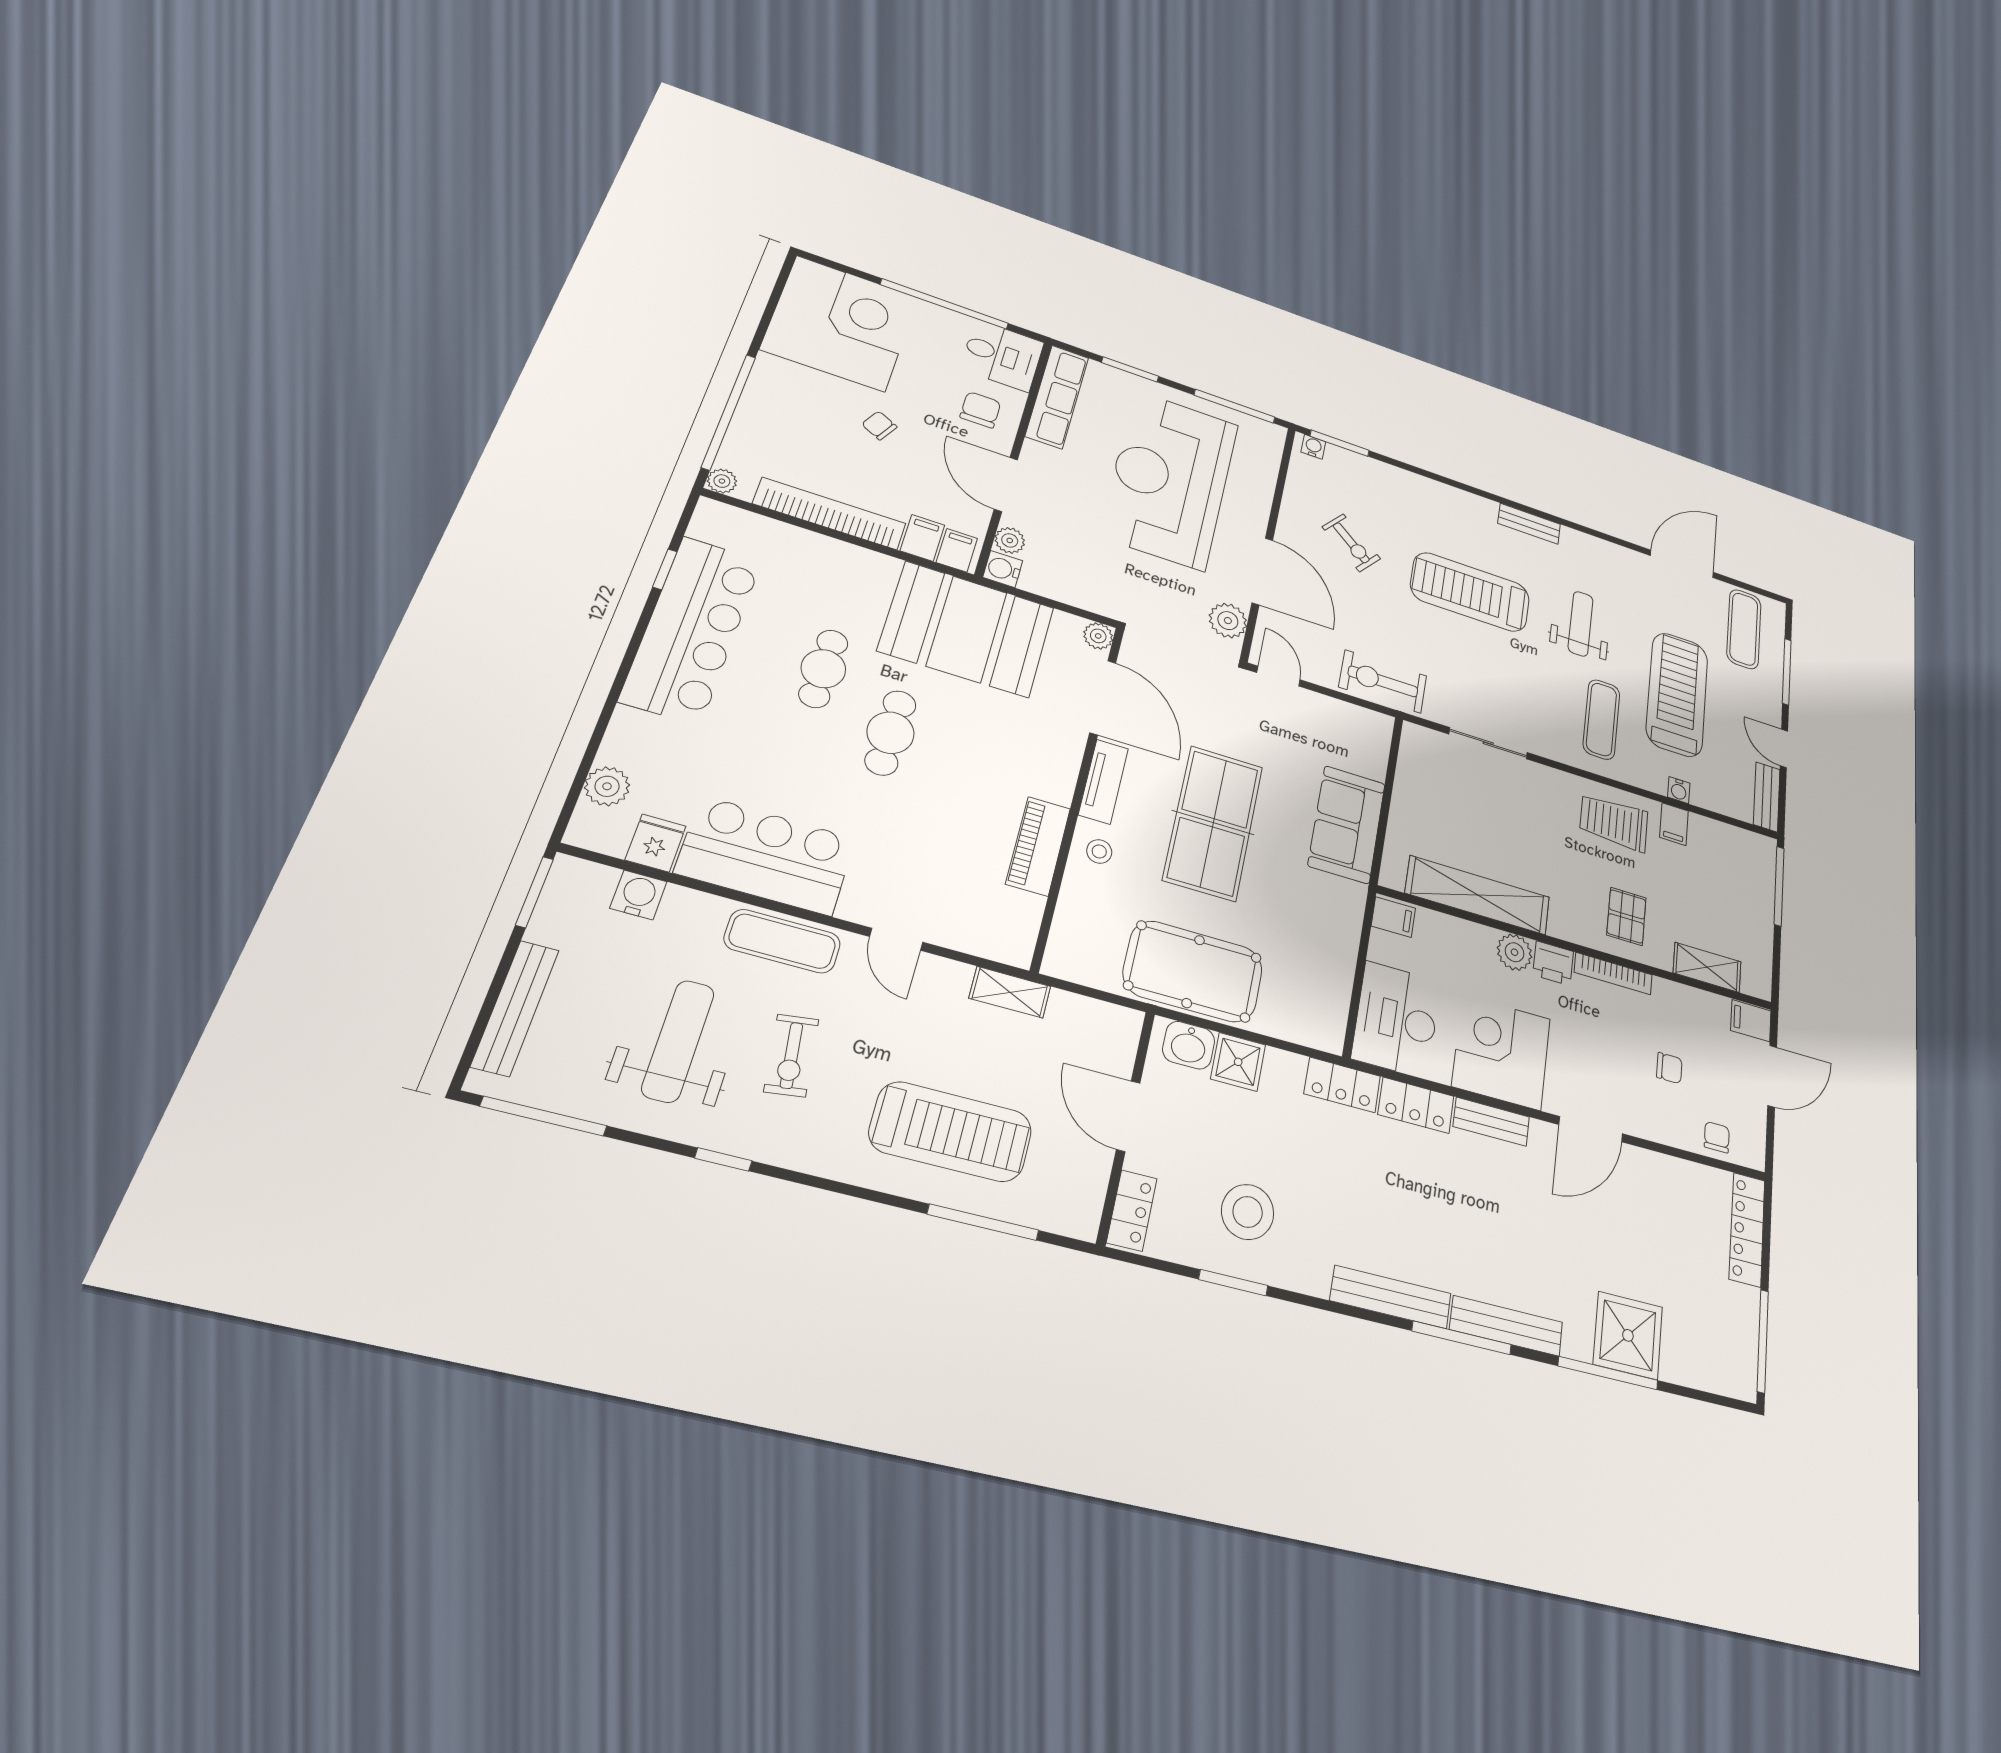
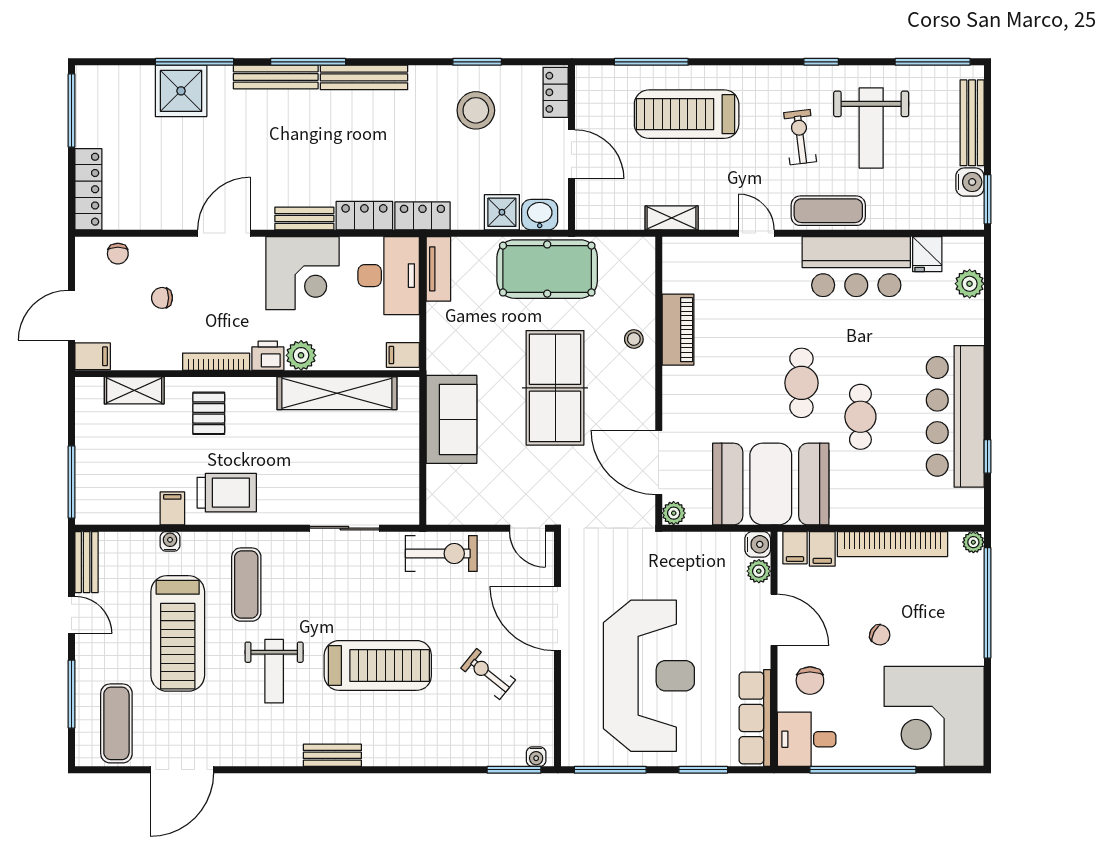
plant: (1228, 621) -> (577, 563), removed
tv unit: (1103, 782) -> (438, 269), moved, turned 180
water cooler: (638, 895) -> (970, 182), moved, turned -90

